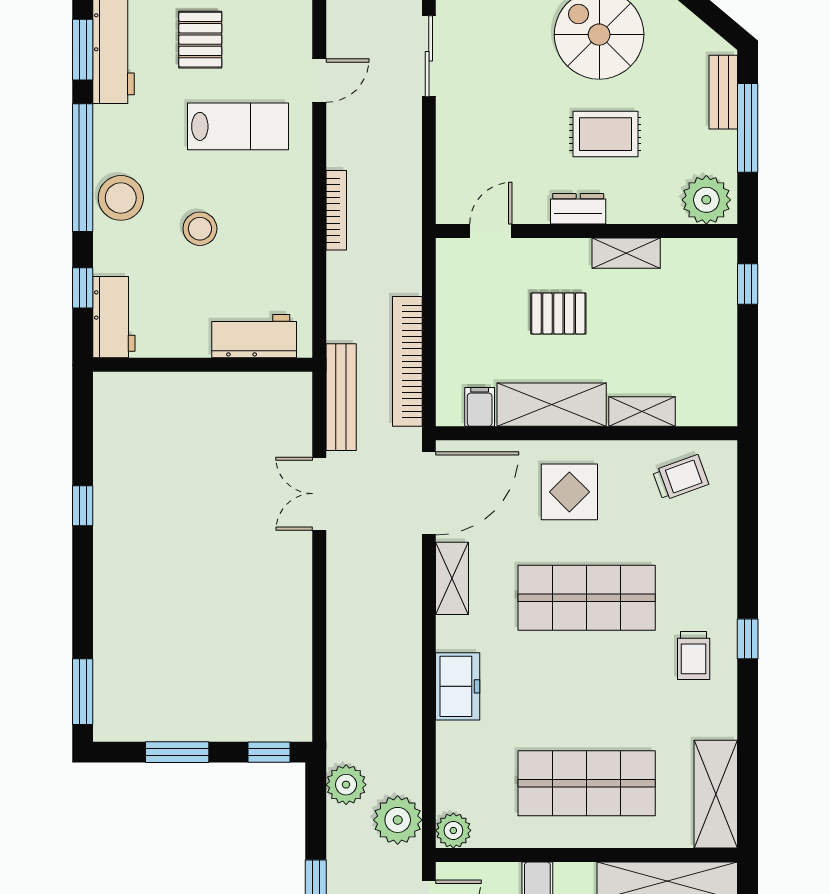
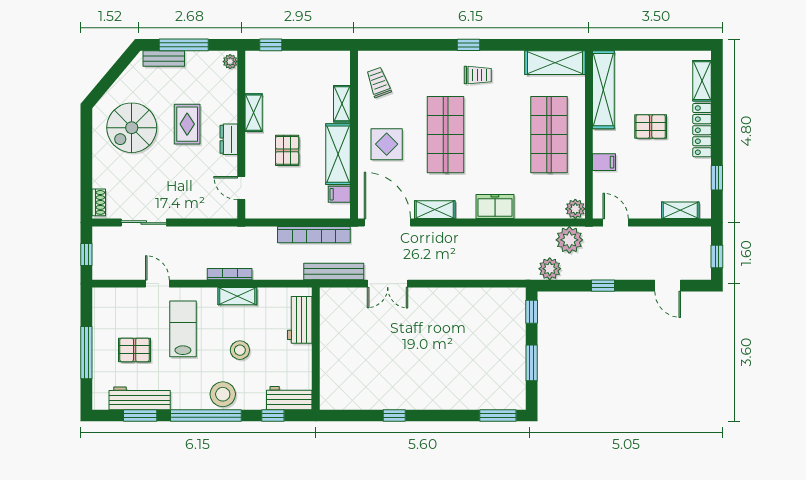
plant: (706, 200) -> (230, 62), width x0.53, depth x0.53
shelving: (297, 224) -> (237, 296), added

